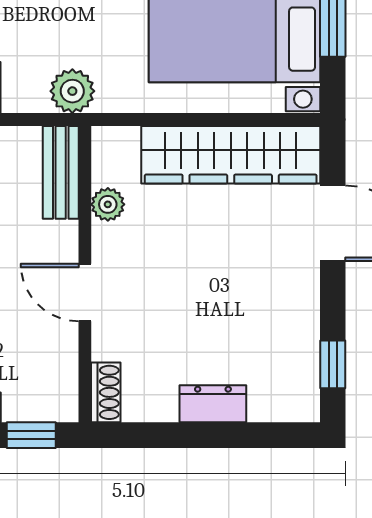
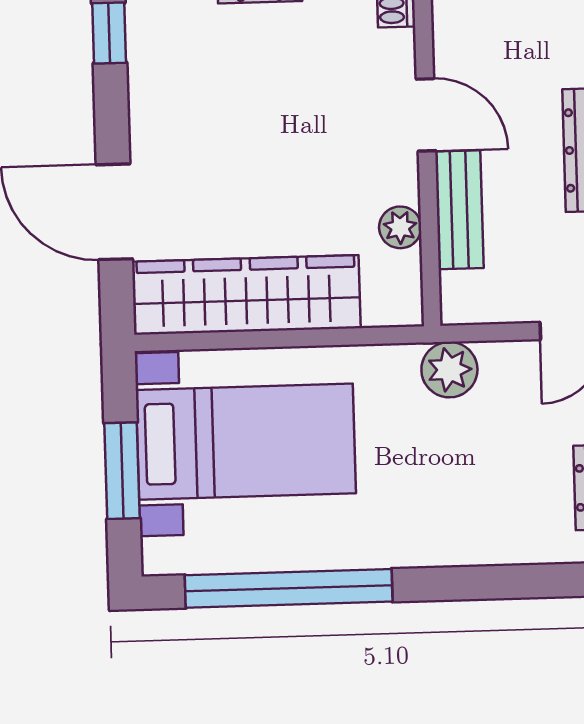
bench: (61, 172) -> (459, 210), moved

